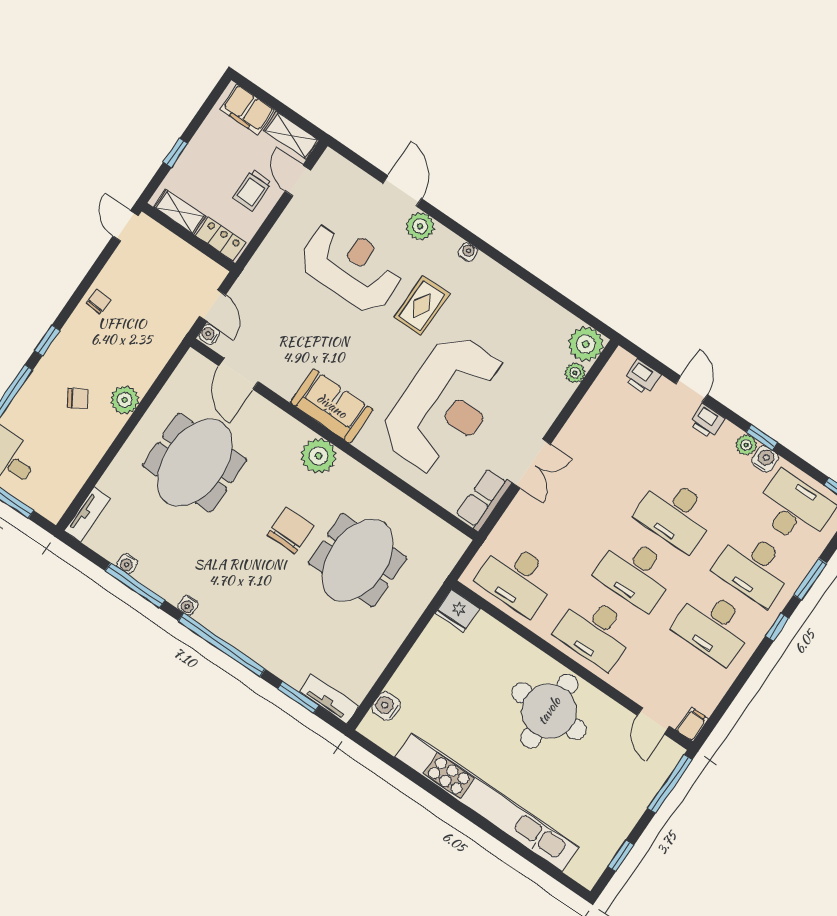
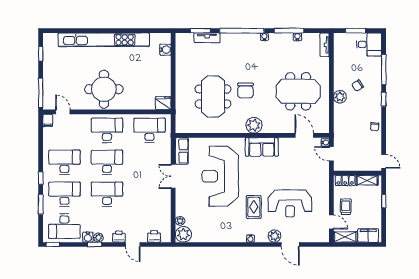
meeting table: (195, 463) -> (298, 91), turned 90
tv unit: (329, 699) -> (207, 38), moved

